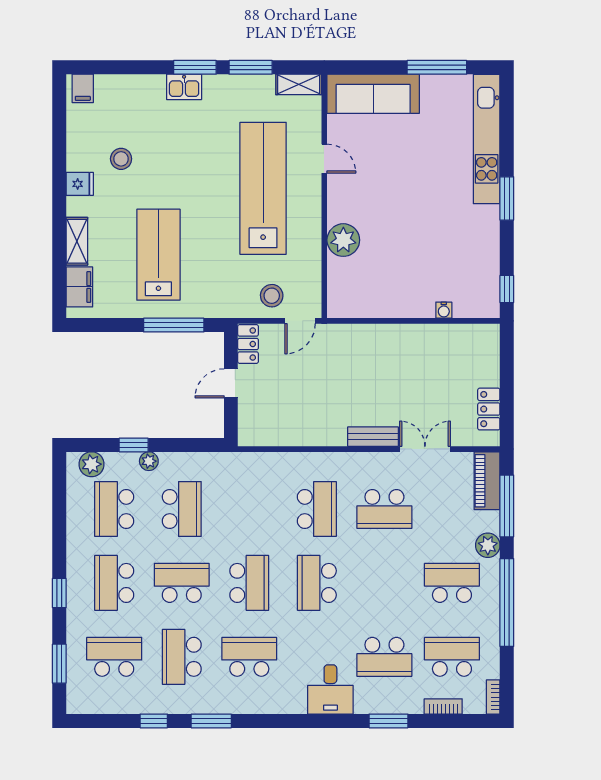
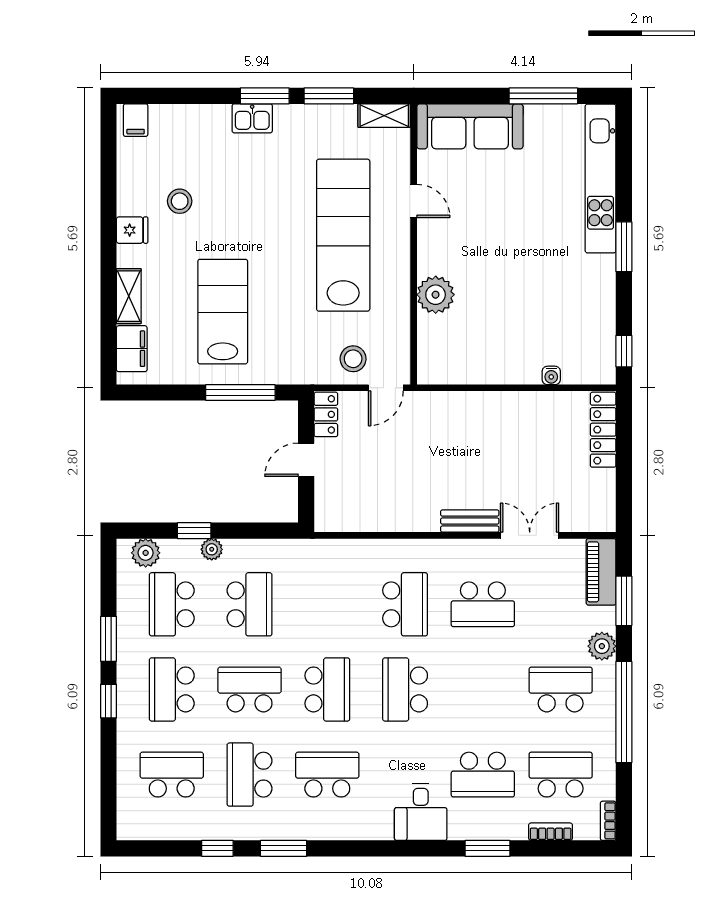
locker: (489, 409) -> (603, 430), moved, width x1.53
window: (507, 506) -> (624, 601), width x0.69
window: (59, 664) -> (109, 639), moved

